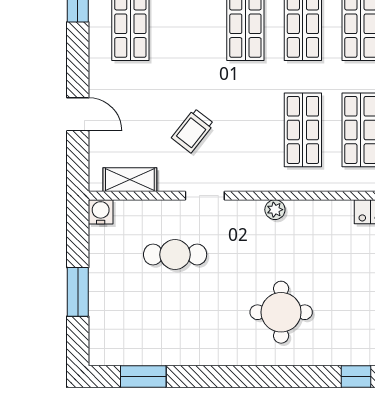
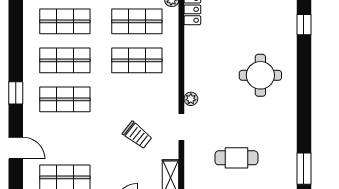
plant: (275, 210) -> (191, 99), moved
cafe table: (175, 255) -> (236, 158), moved, turned 90

